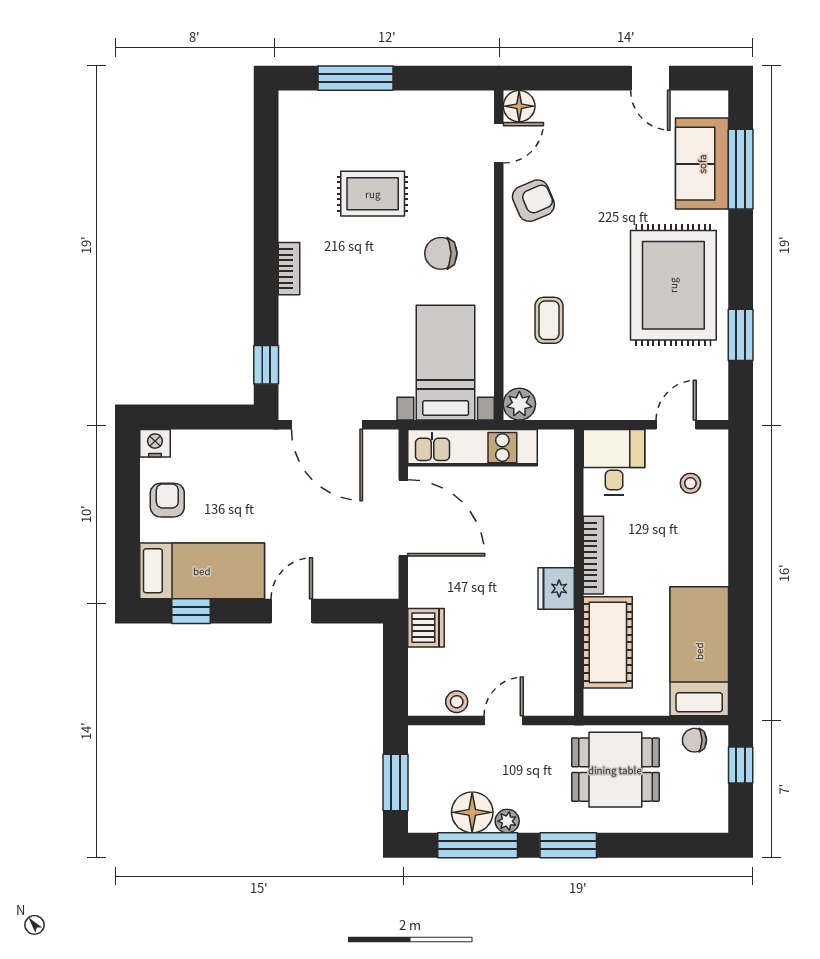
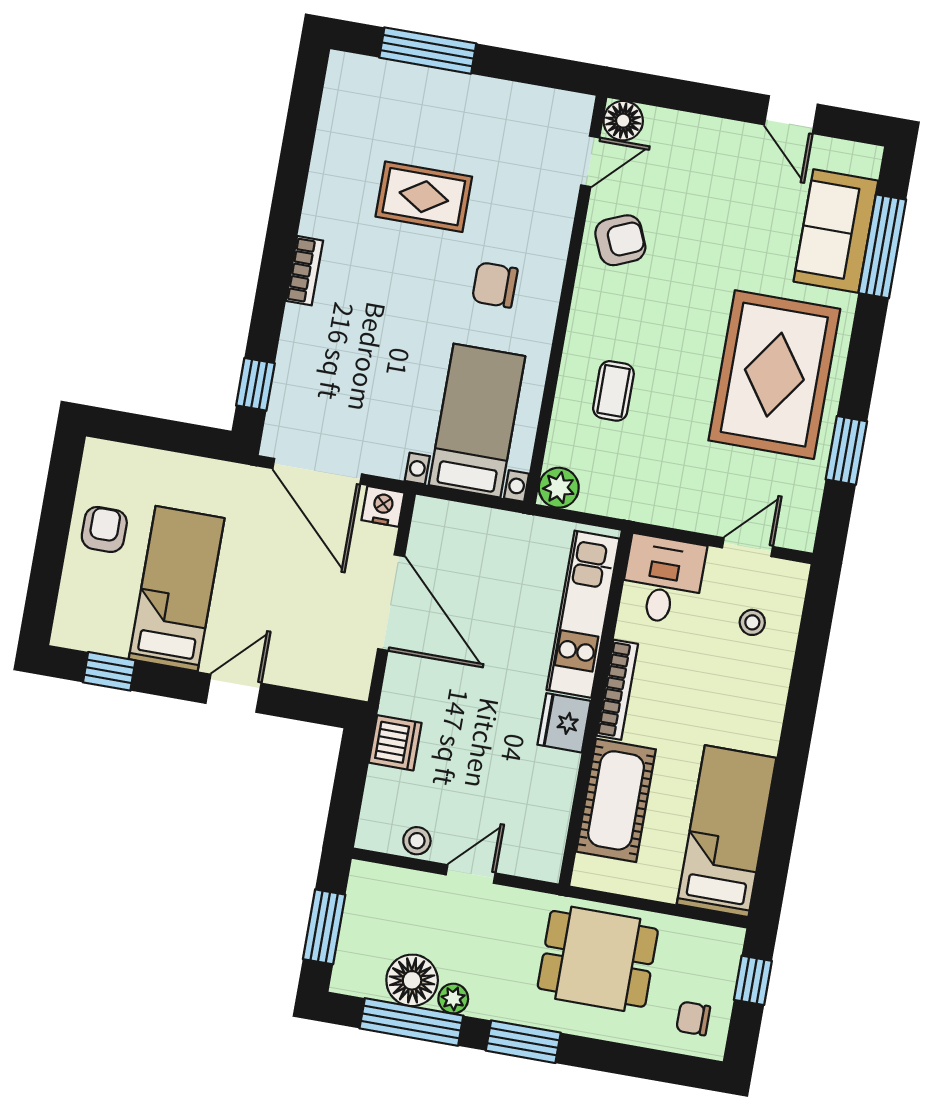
nightstand: (155, 443) -> (383, 506), moved
kitchen unit: (473, 448) -> (583, 614), moved, turned 90
bed: (202, 571) -> (177, 589), moved, turned -90
chair: (694, 740) -> (693, 1018), moved

